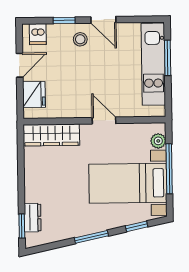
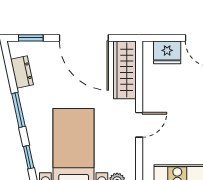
door: (21, 175) -> (84, 38), added
dresser: (33, 218) -> (22, 72), moved, turned -102

